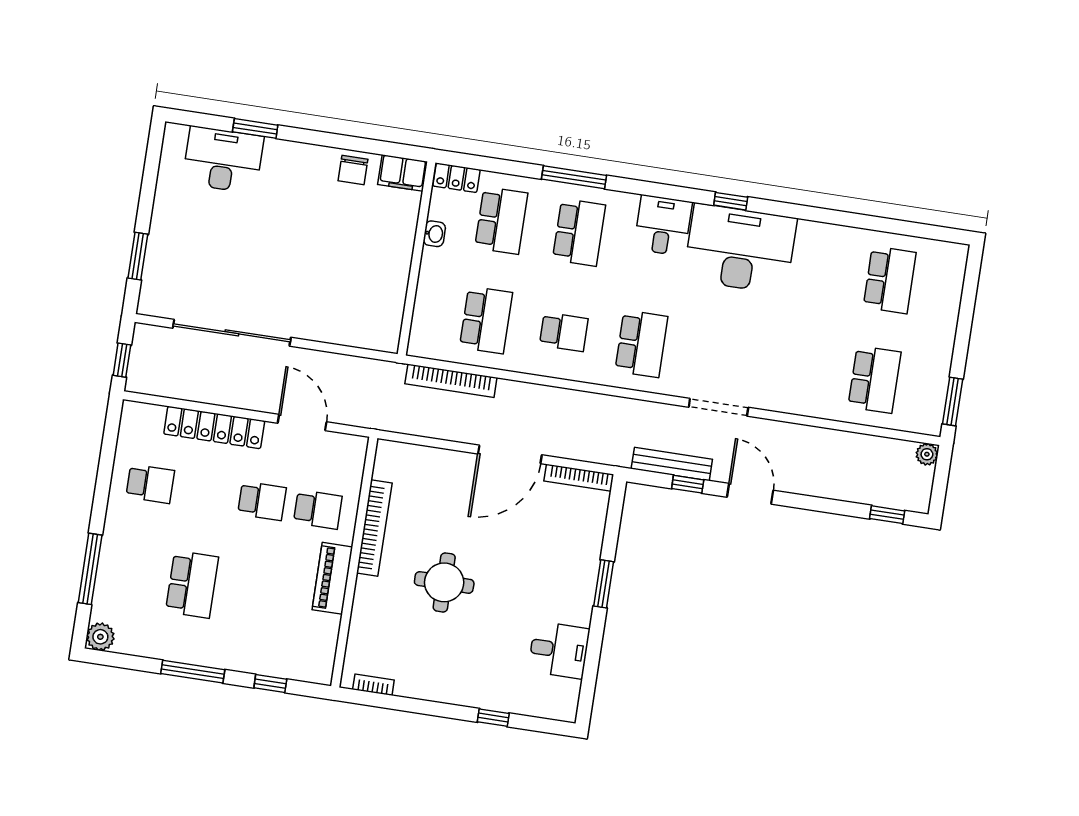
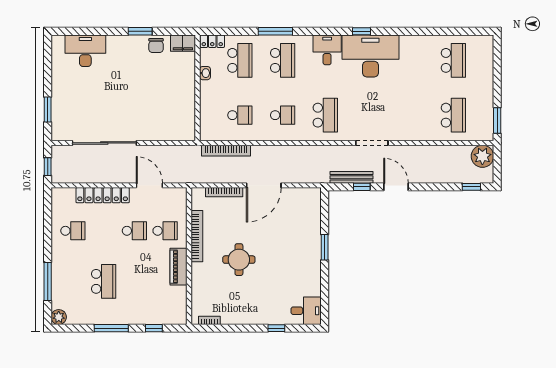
window: (255, 128) -> (140, 31), moved
school desk: (486, 320) -> (240, 115), width x0.54
plant: (927, 454) -> (482, 156), width x1.88, depth x1.88
bookcase: (579, 478) -> (224, 192), moved
desk: (559, 650) -> (306, 311), moved

